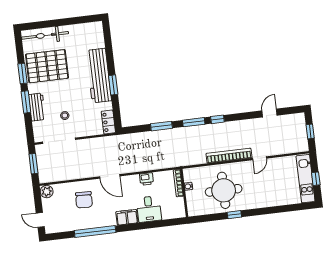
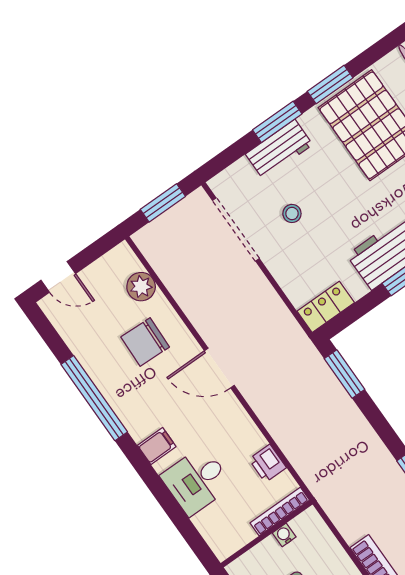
window: (161, 126) -> (344, 374), moved
door: (110, 176) -> (219, 368), hinge flipped
printer: (146, 179) -> (268, 463), moved
plant: (47, 192) -> (141, 287), moved
filing cabinet: (127, 217) -> (157, 446), width x0.50
door: (40, 220) -> (58, 277), swing flipped

